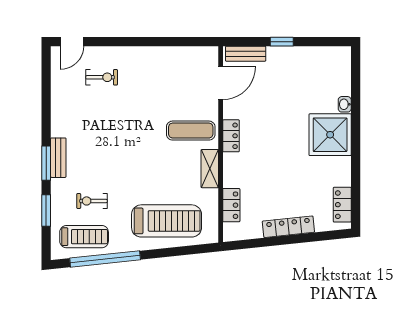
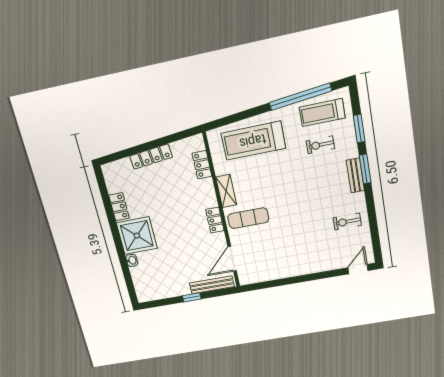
bench: (246, 54) -> (212, 285), width x1.36
exercise bike: (102, 77) -> (347, 222), moved
exercise bike: (92, 201) -> (320, 145), turned 180
locker: (342, 205) -> (119, 207), moved

